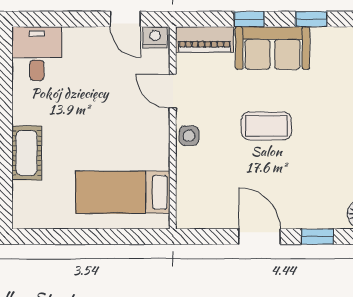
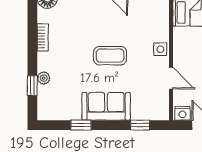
window: (249, 19) -> (140, 125), moved
piano: (205, 39) -> (150, 112), removed

